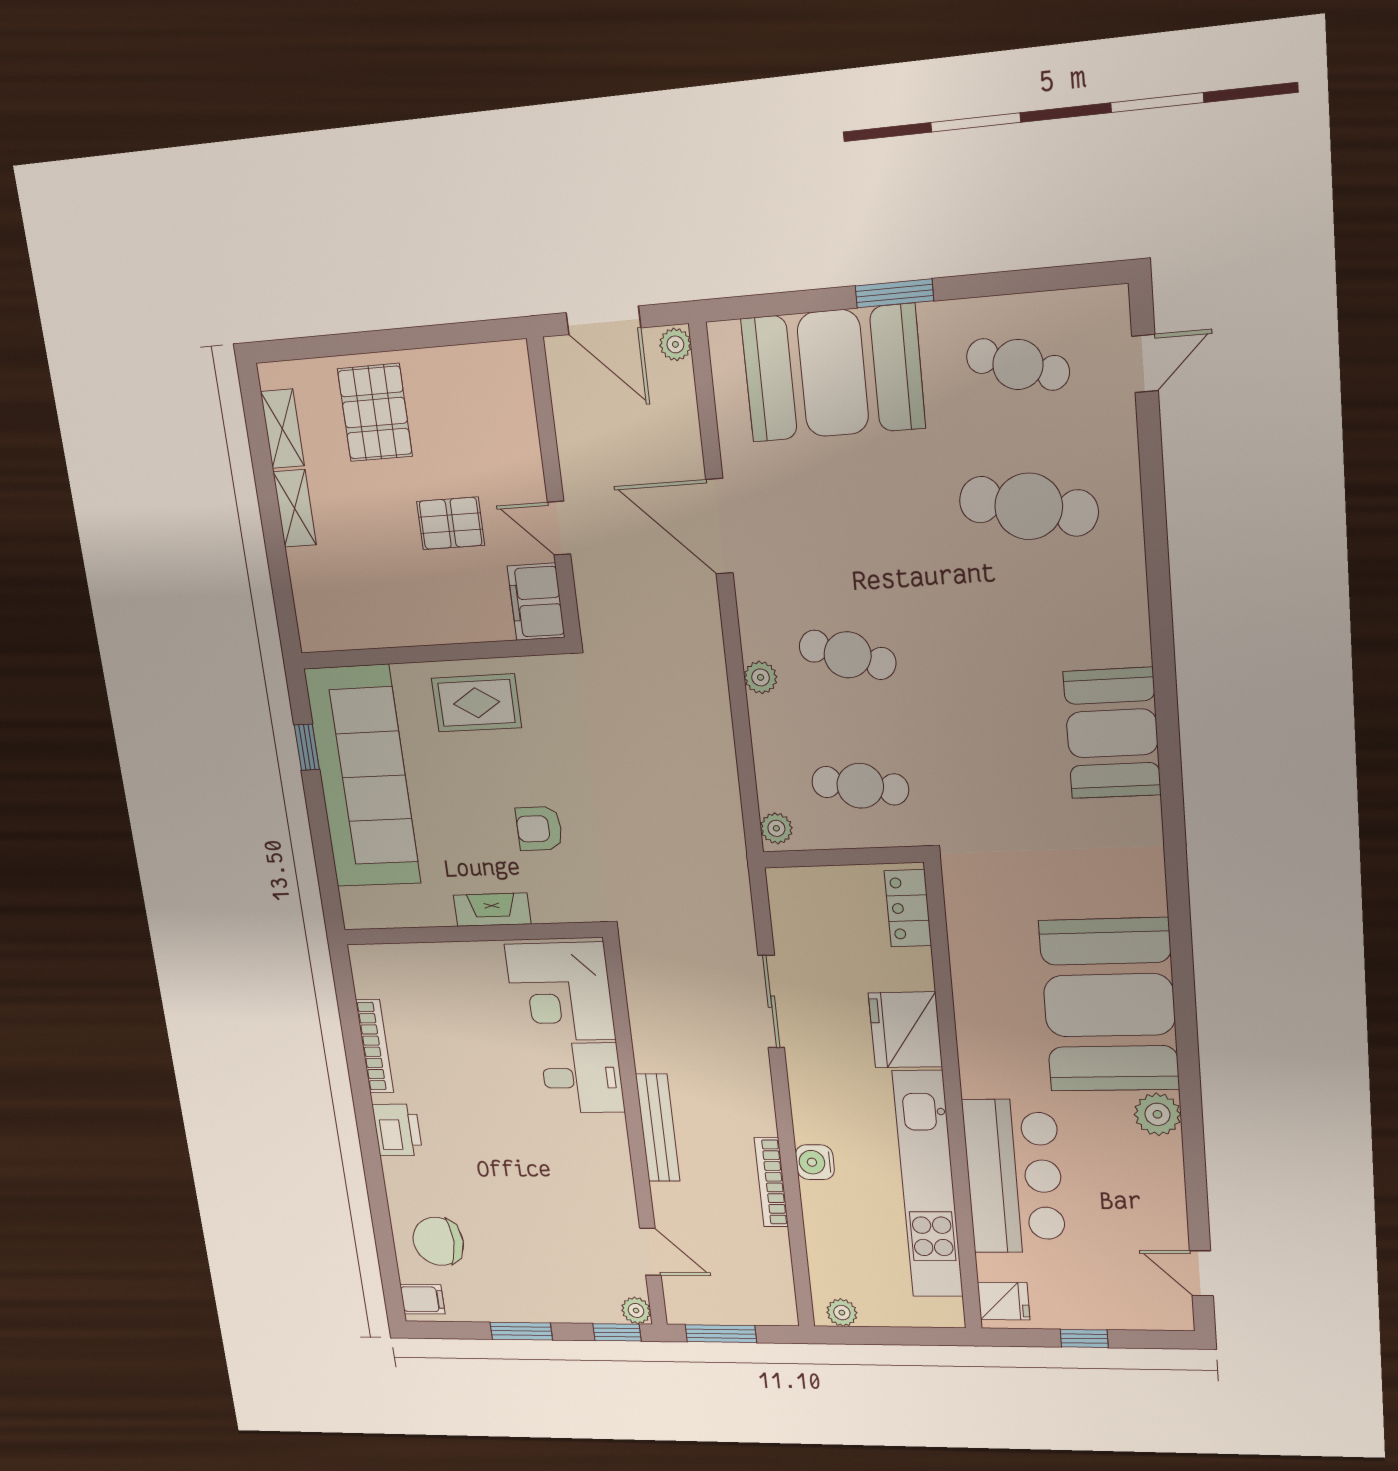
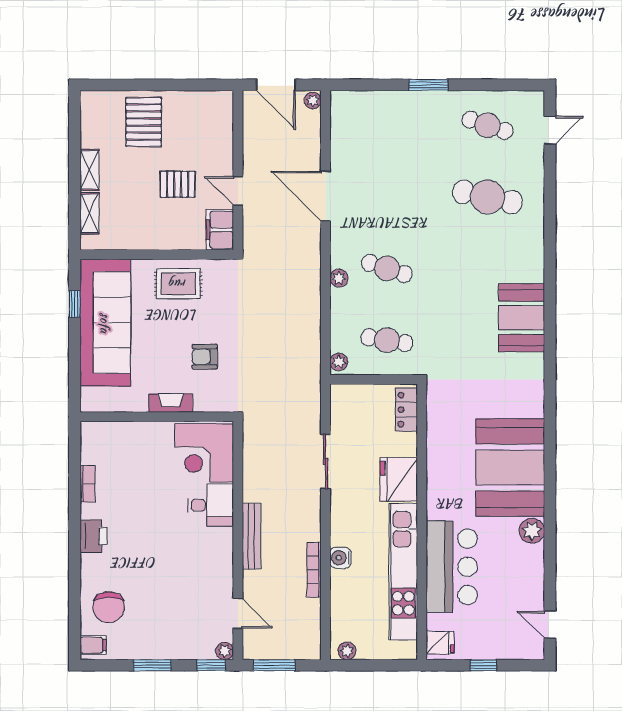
booth: (833, 373) -> (393, 122), removed
shelving: (282, 429) -> (90, 213), moved
bookcase: (375, 1046) -> (88, 484), width x0.64
chair: (438, 1241) -> (109, 607), turned -90

